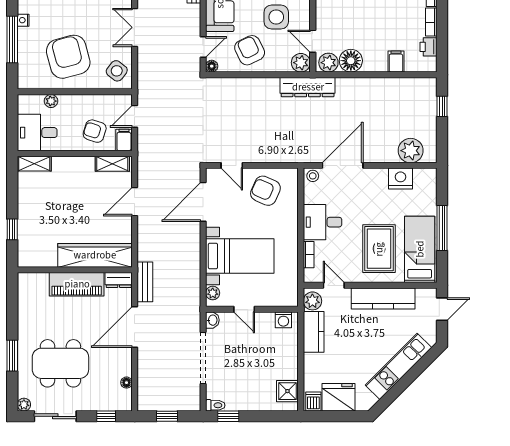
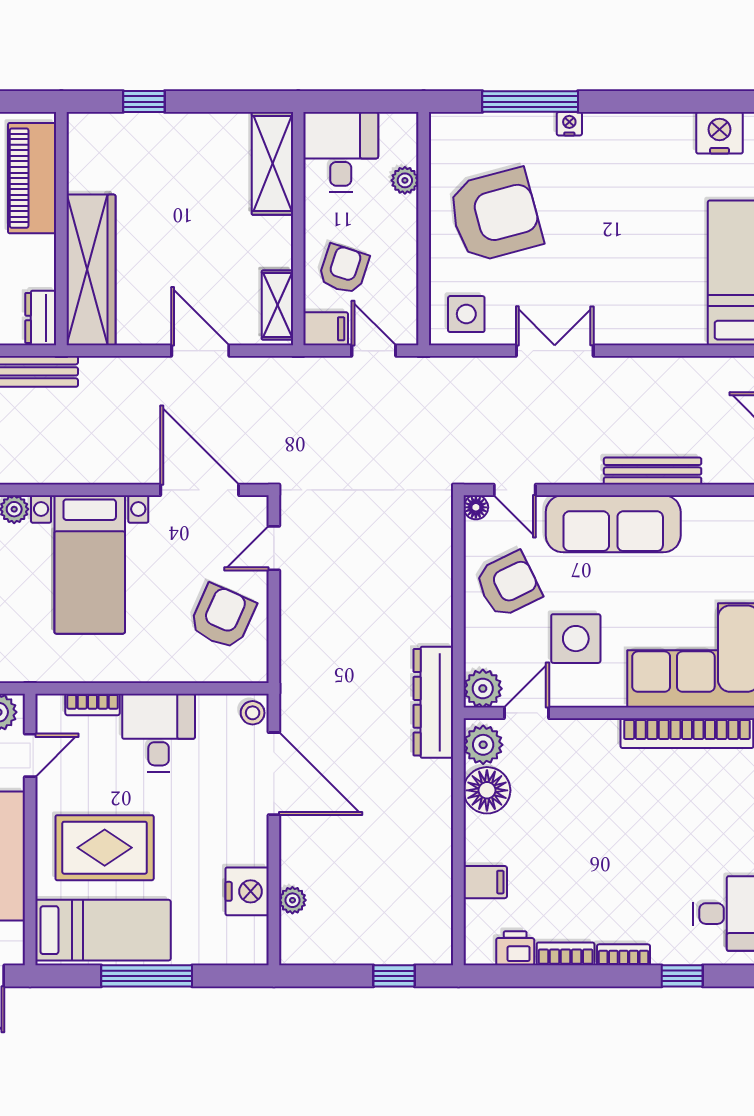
side table: (117, 71) -> (466, 314), turned -38
plant: (411, 151) -> (292, 900), width x0.53, depth x0.53
shelving: (34, 164) -> (272, 163), width x1.50, depth x1.33
piano: (77, 284) -> (32, 178), moved

